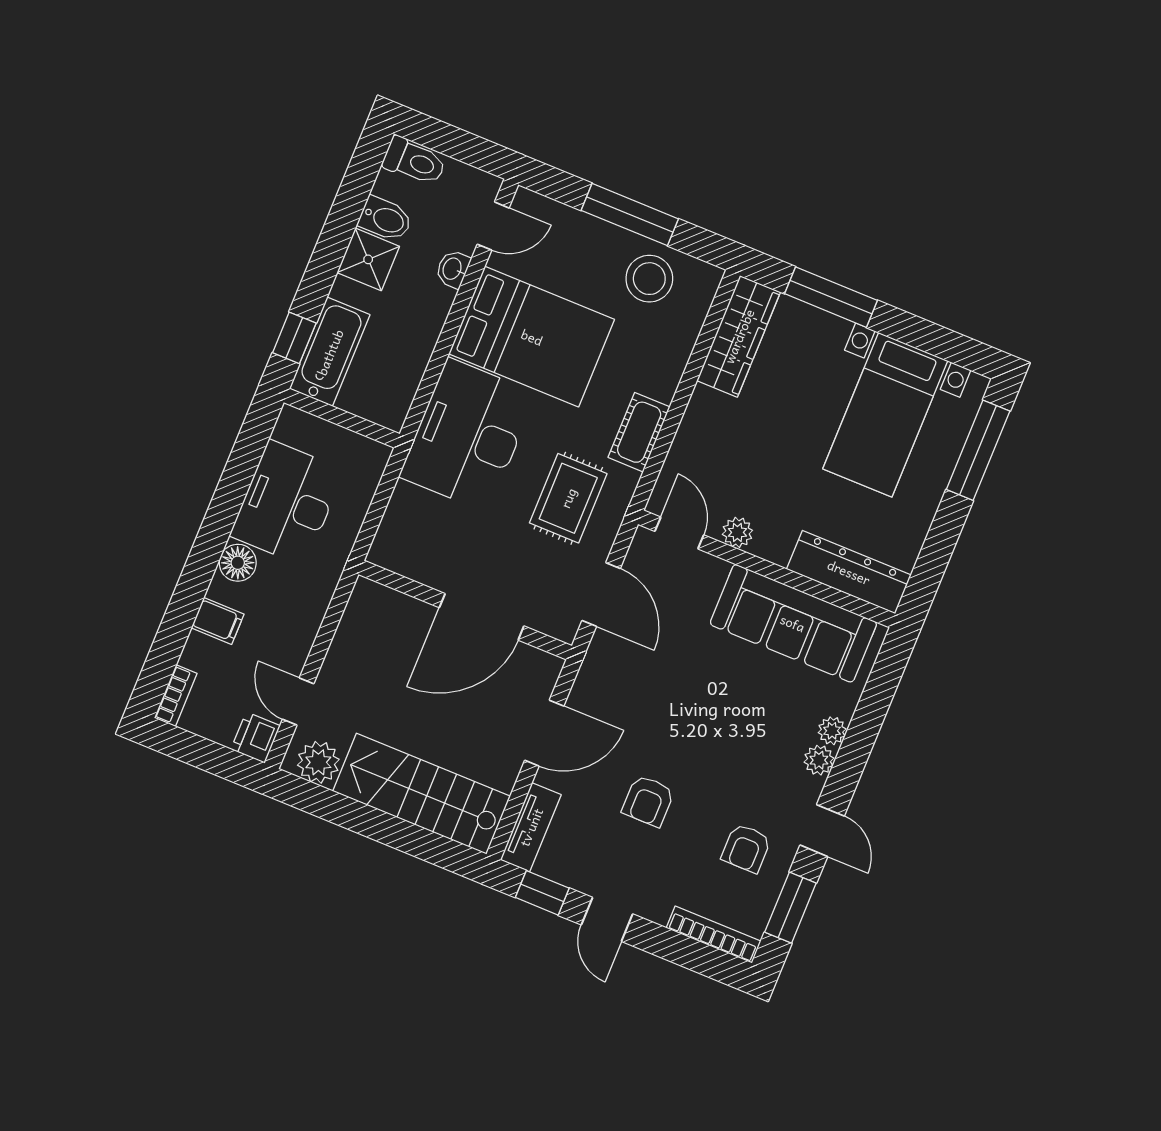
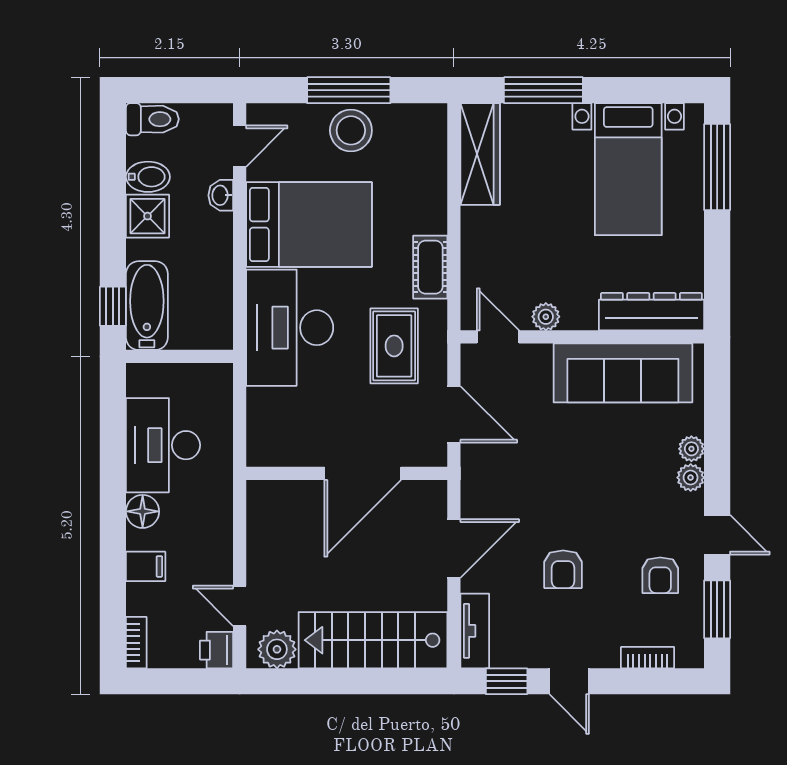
stool: (649, 279) -> (351, 130), moved
bookcase: (714, 935) -> (648, 658), width x0.64

